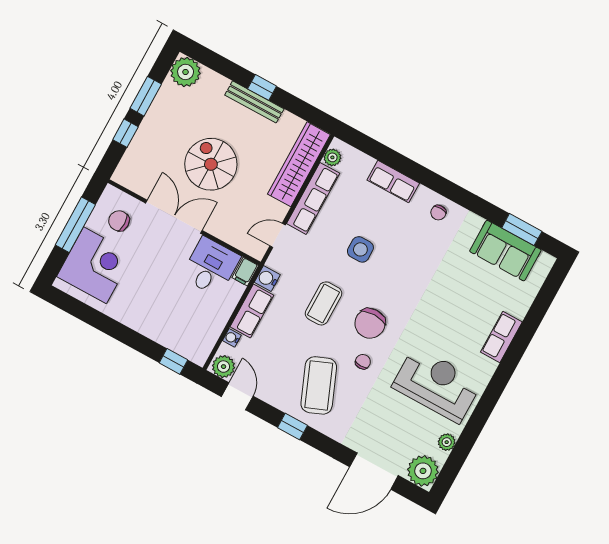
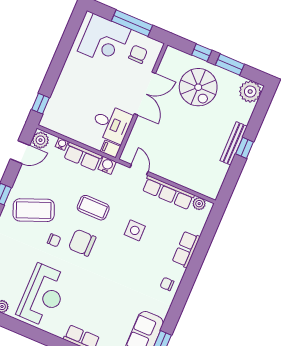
spiral stairs: (211, 164) -> (198, 87), moved, turned 90
wardrobe: (299, 164) -> (192, 180), removed

